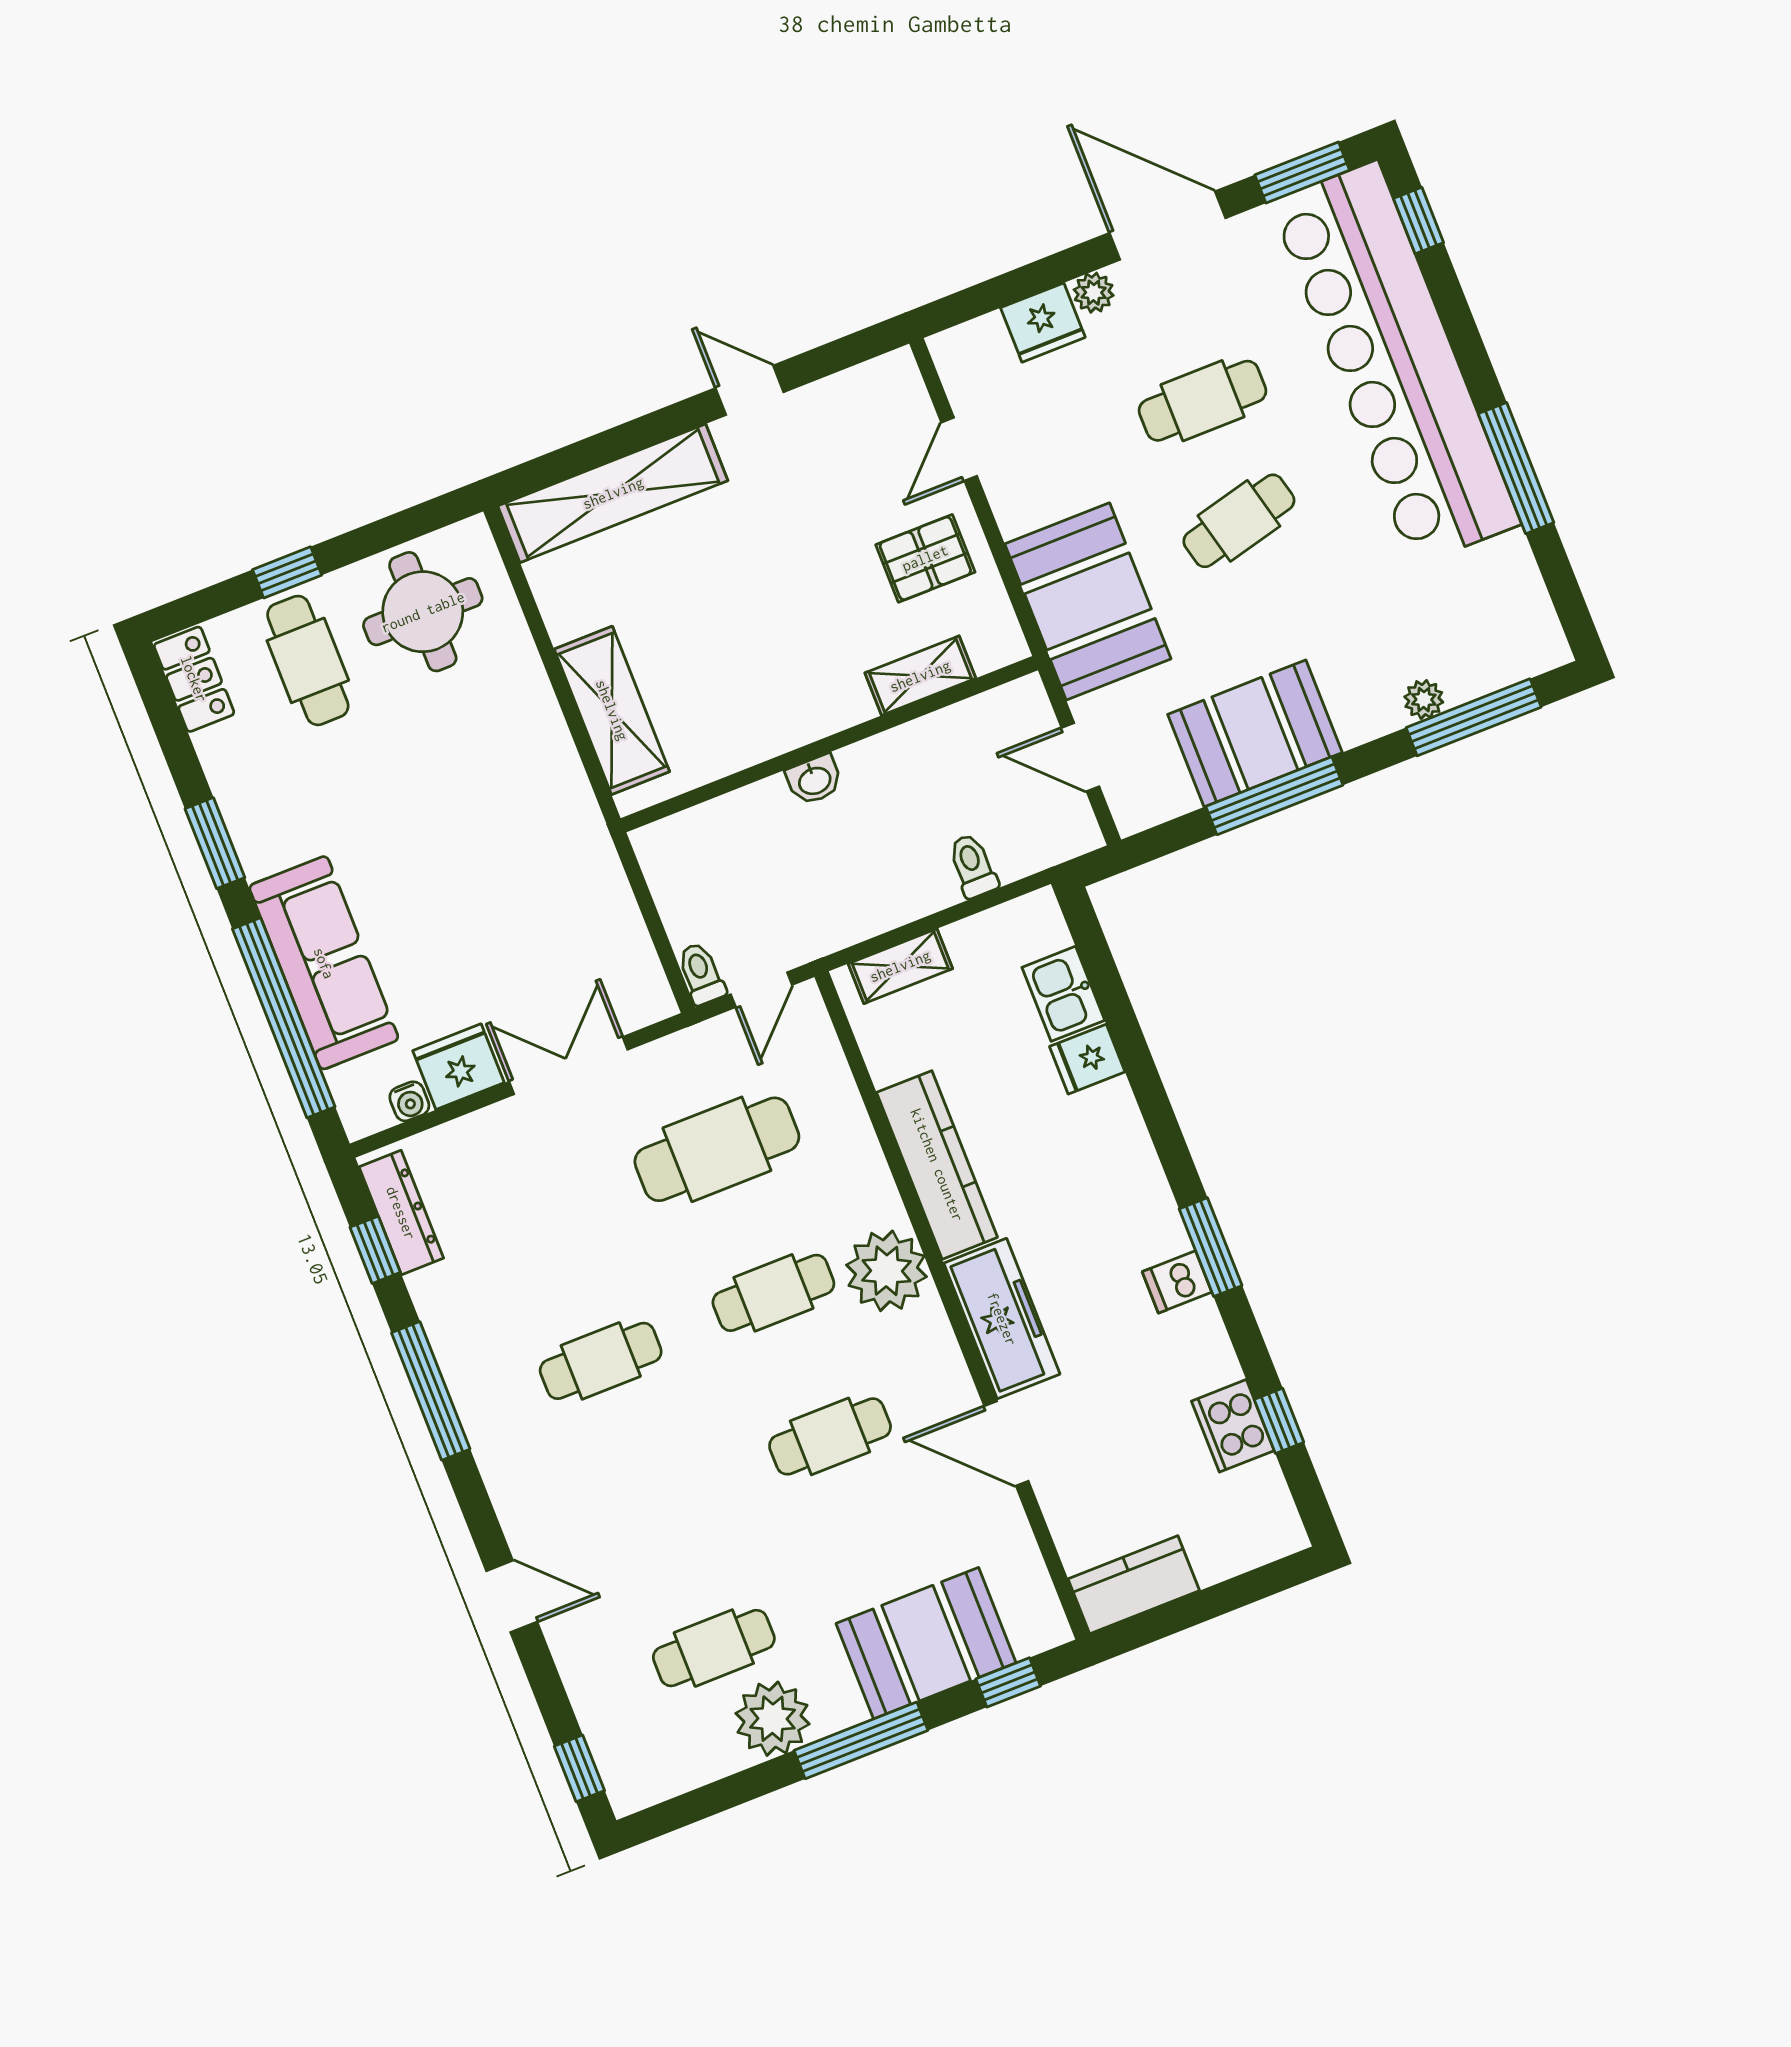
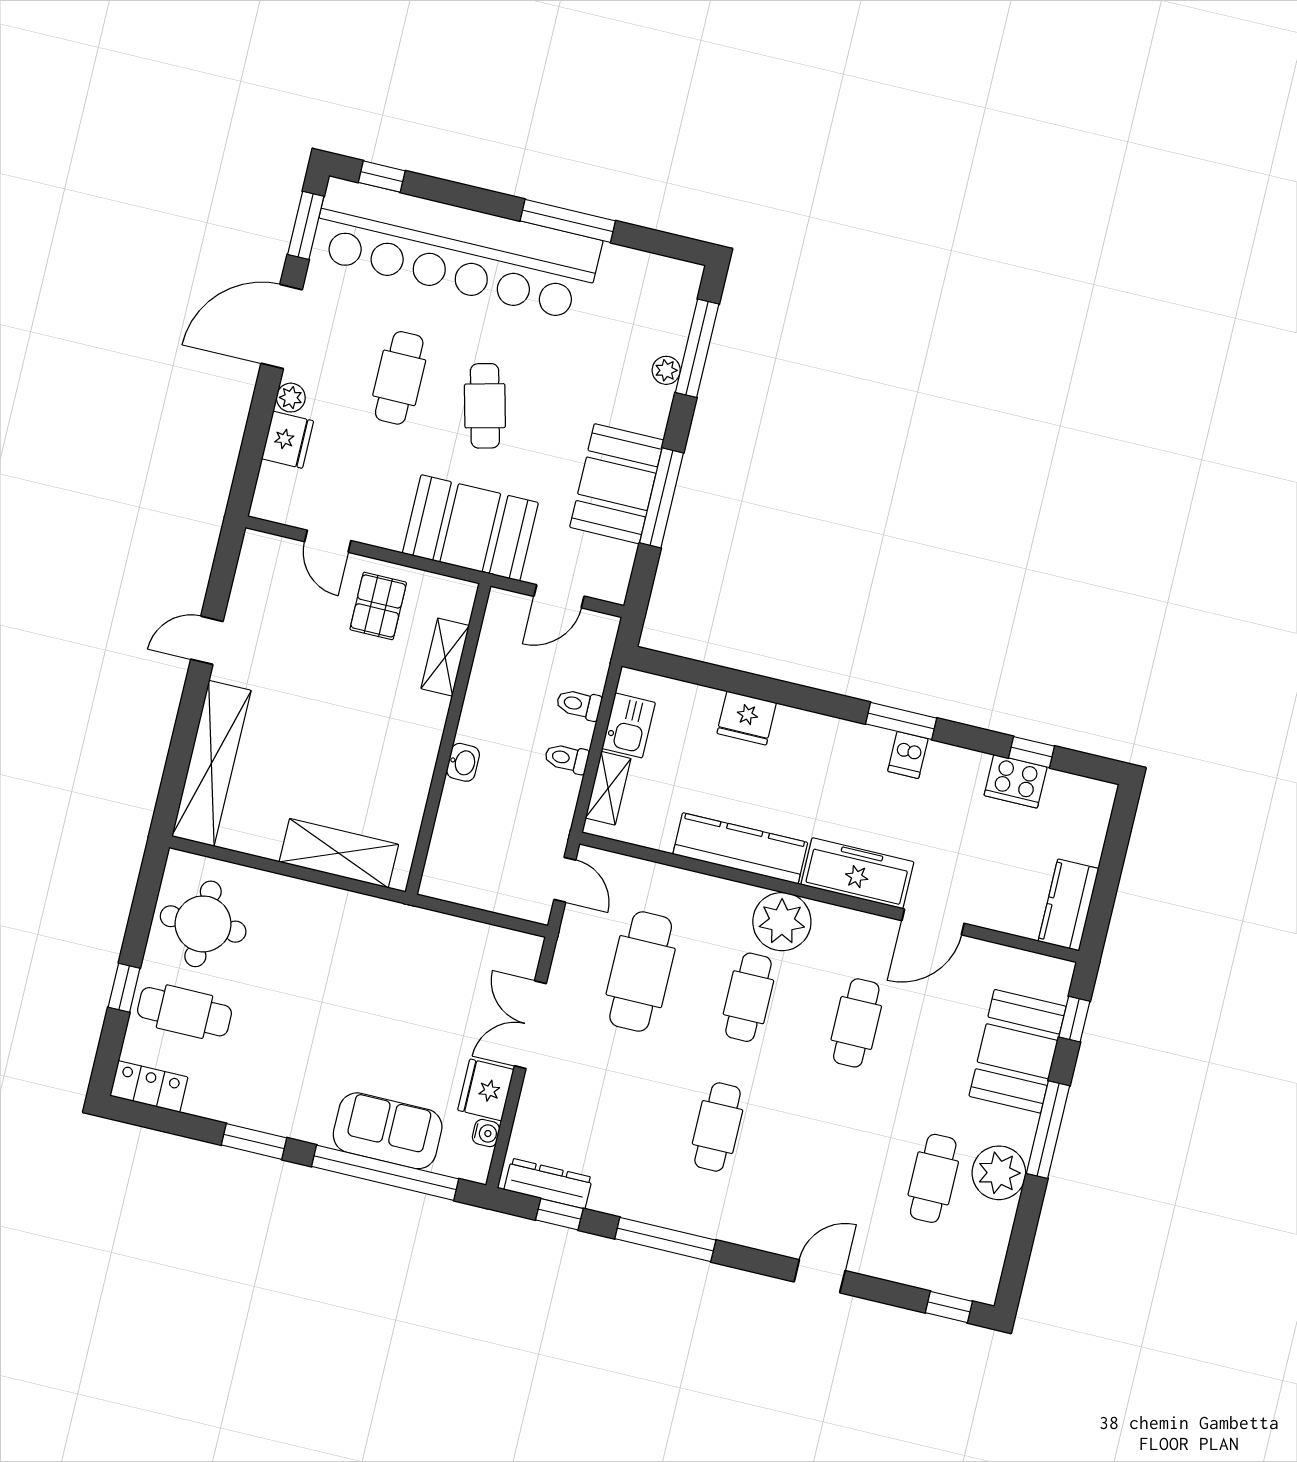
sofa: (324, 963) -> (388, 1131), width x0.73
toilet: (701, 974) -> (567, 758), moved
kitchen sink: (1063, 994) -> (629, 725), moved, turned -90
fridge: (1087, 1059) -> (747, 718), width x1.38

